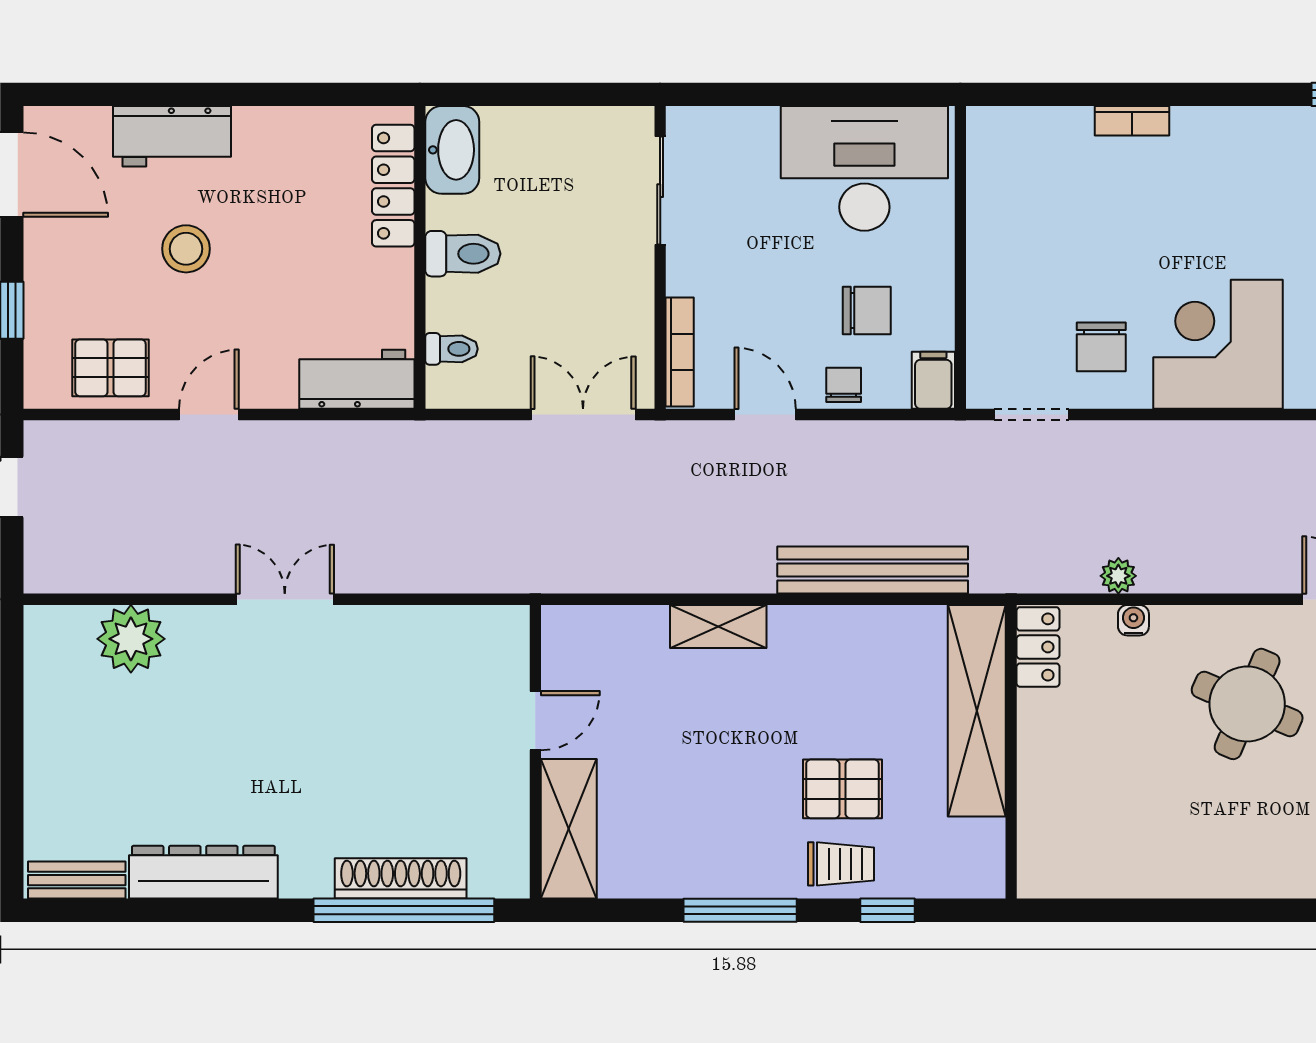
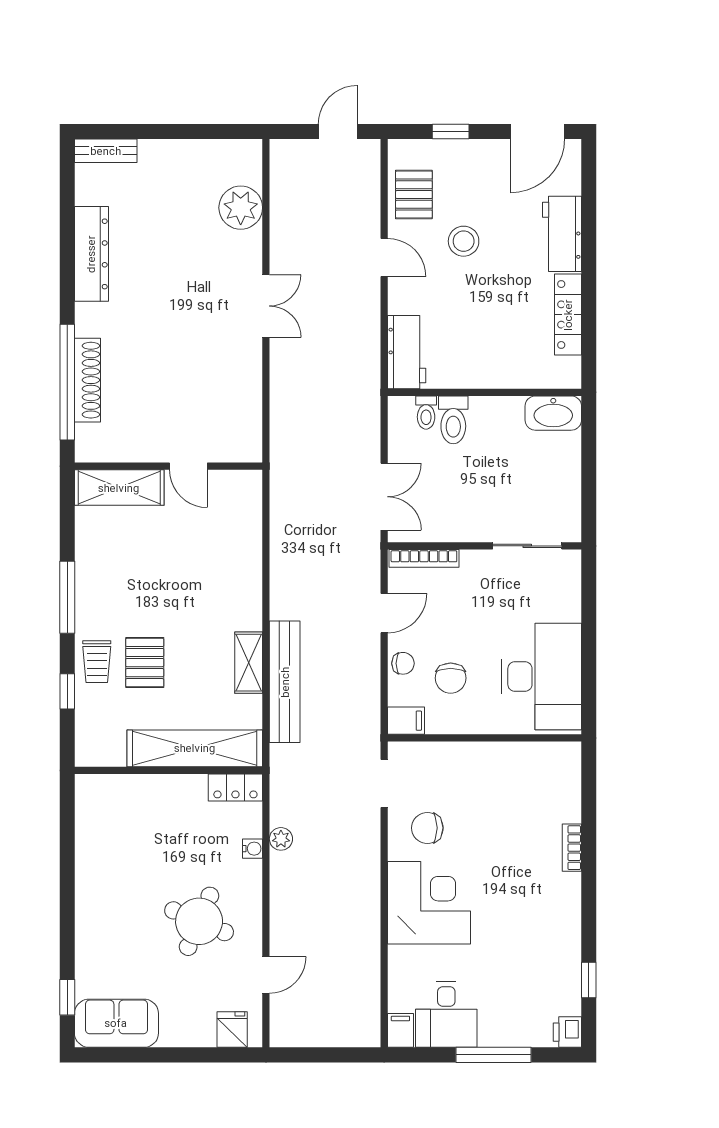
locker: (393, 186) -> (568, 315), moved, turned -90
stool: (186, 249) -> (464, 241), moved
toilet: (463, 254) -> (453, 420), moved
shelving: (718, 626) -> (249, 663), moved
bench: (77, 880) -> (106, 151), moved, turned 90

